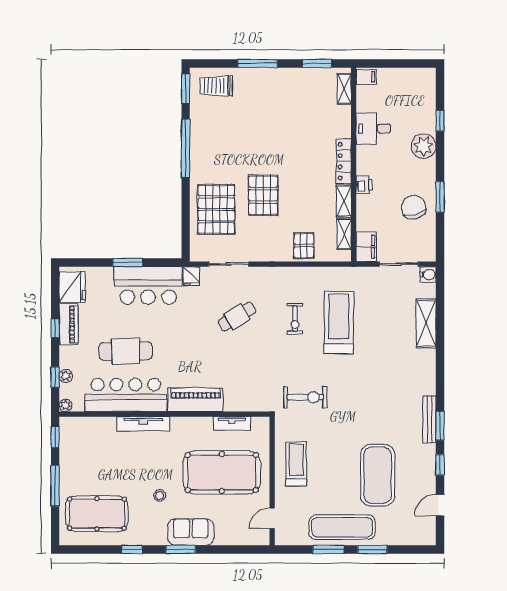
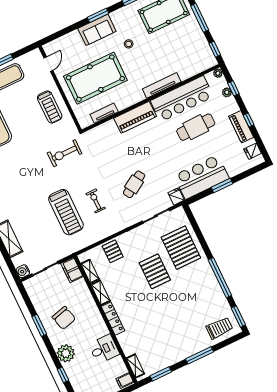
printer: (364, 185) -> (92, 310), removed
chair: (413, 207) -> (64, 318), moved
fridge: (72, 287) -> (253, 151), width x0.53, depth x0.75

